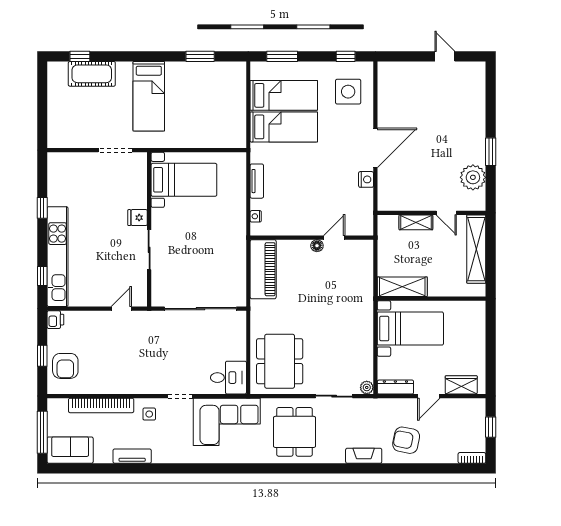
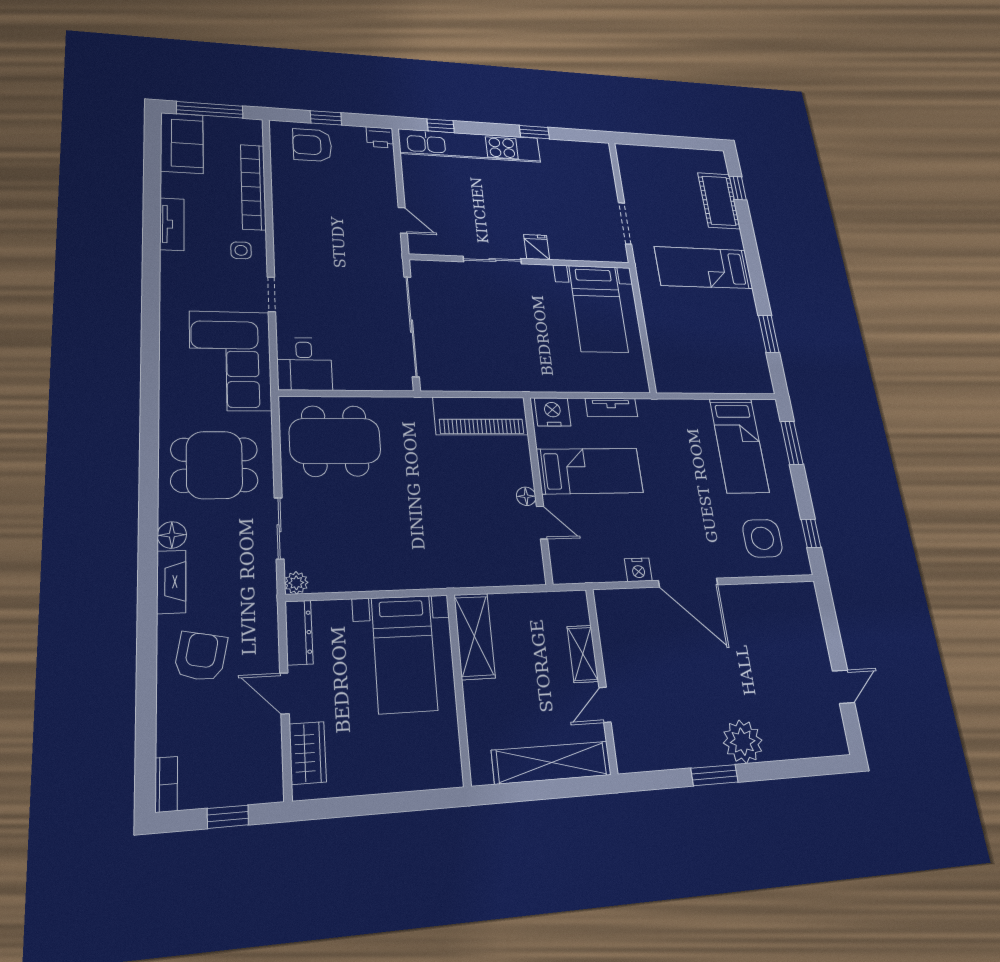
bed: (284, 127) -> (590, 471), moved, turned -90
plant: (473, 177) -> (743, 742), moved
nightstand: (256, 216) -> (553, 412), width x1.89, depth x1.79
floor lamp: (337, 456) -> (172, 535), added

